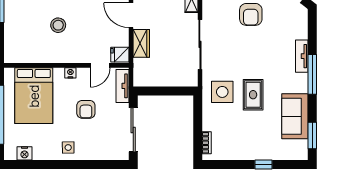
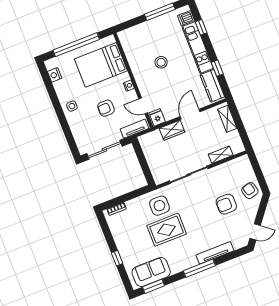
tv unit: (302, 56) -> (215, 253), width x1.41
rug: (253, 95) -> (167, 230), width x1.36, depth x1.43
sofa: (295, 116) -> (151, 272), moved

